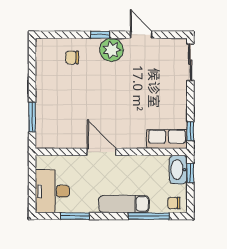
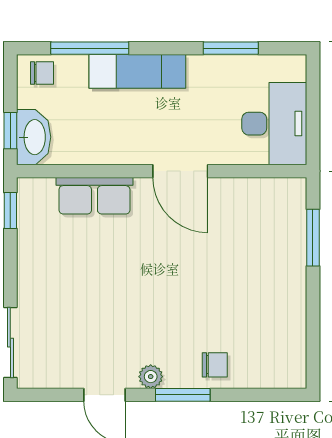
window: (100, 35) -> (183, 395), width x1.50
plant: (111, 50) -> (151, 377), width x0.53, depth x0.53
chair: (72, 57) -> (215, 365), moved
row of seats: (167, 139) -> (94, 196), moved
desk: (52, 191) -> (274, 124), moved

